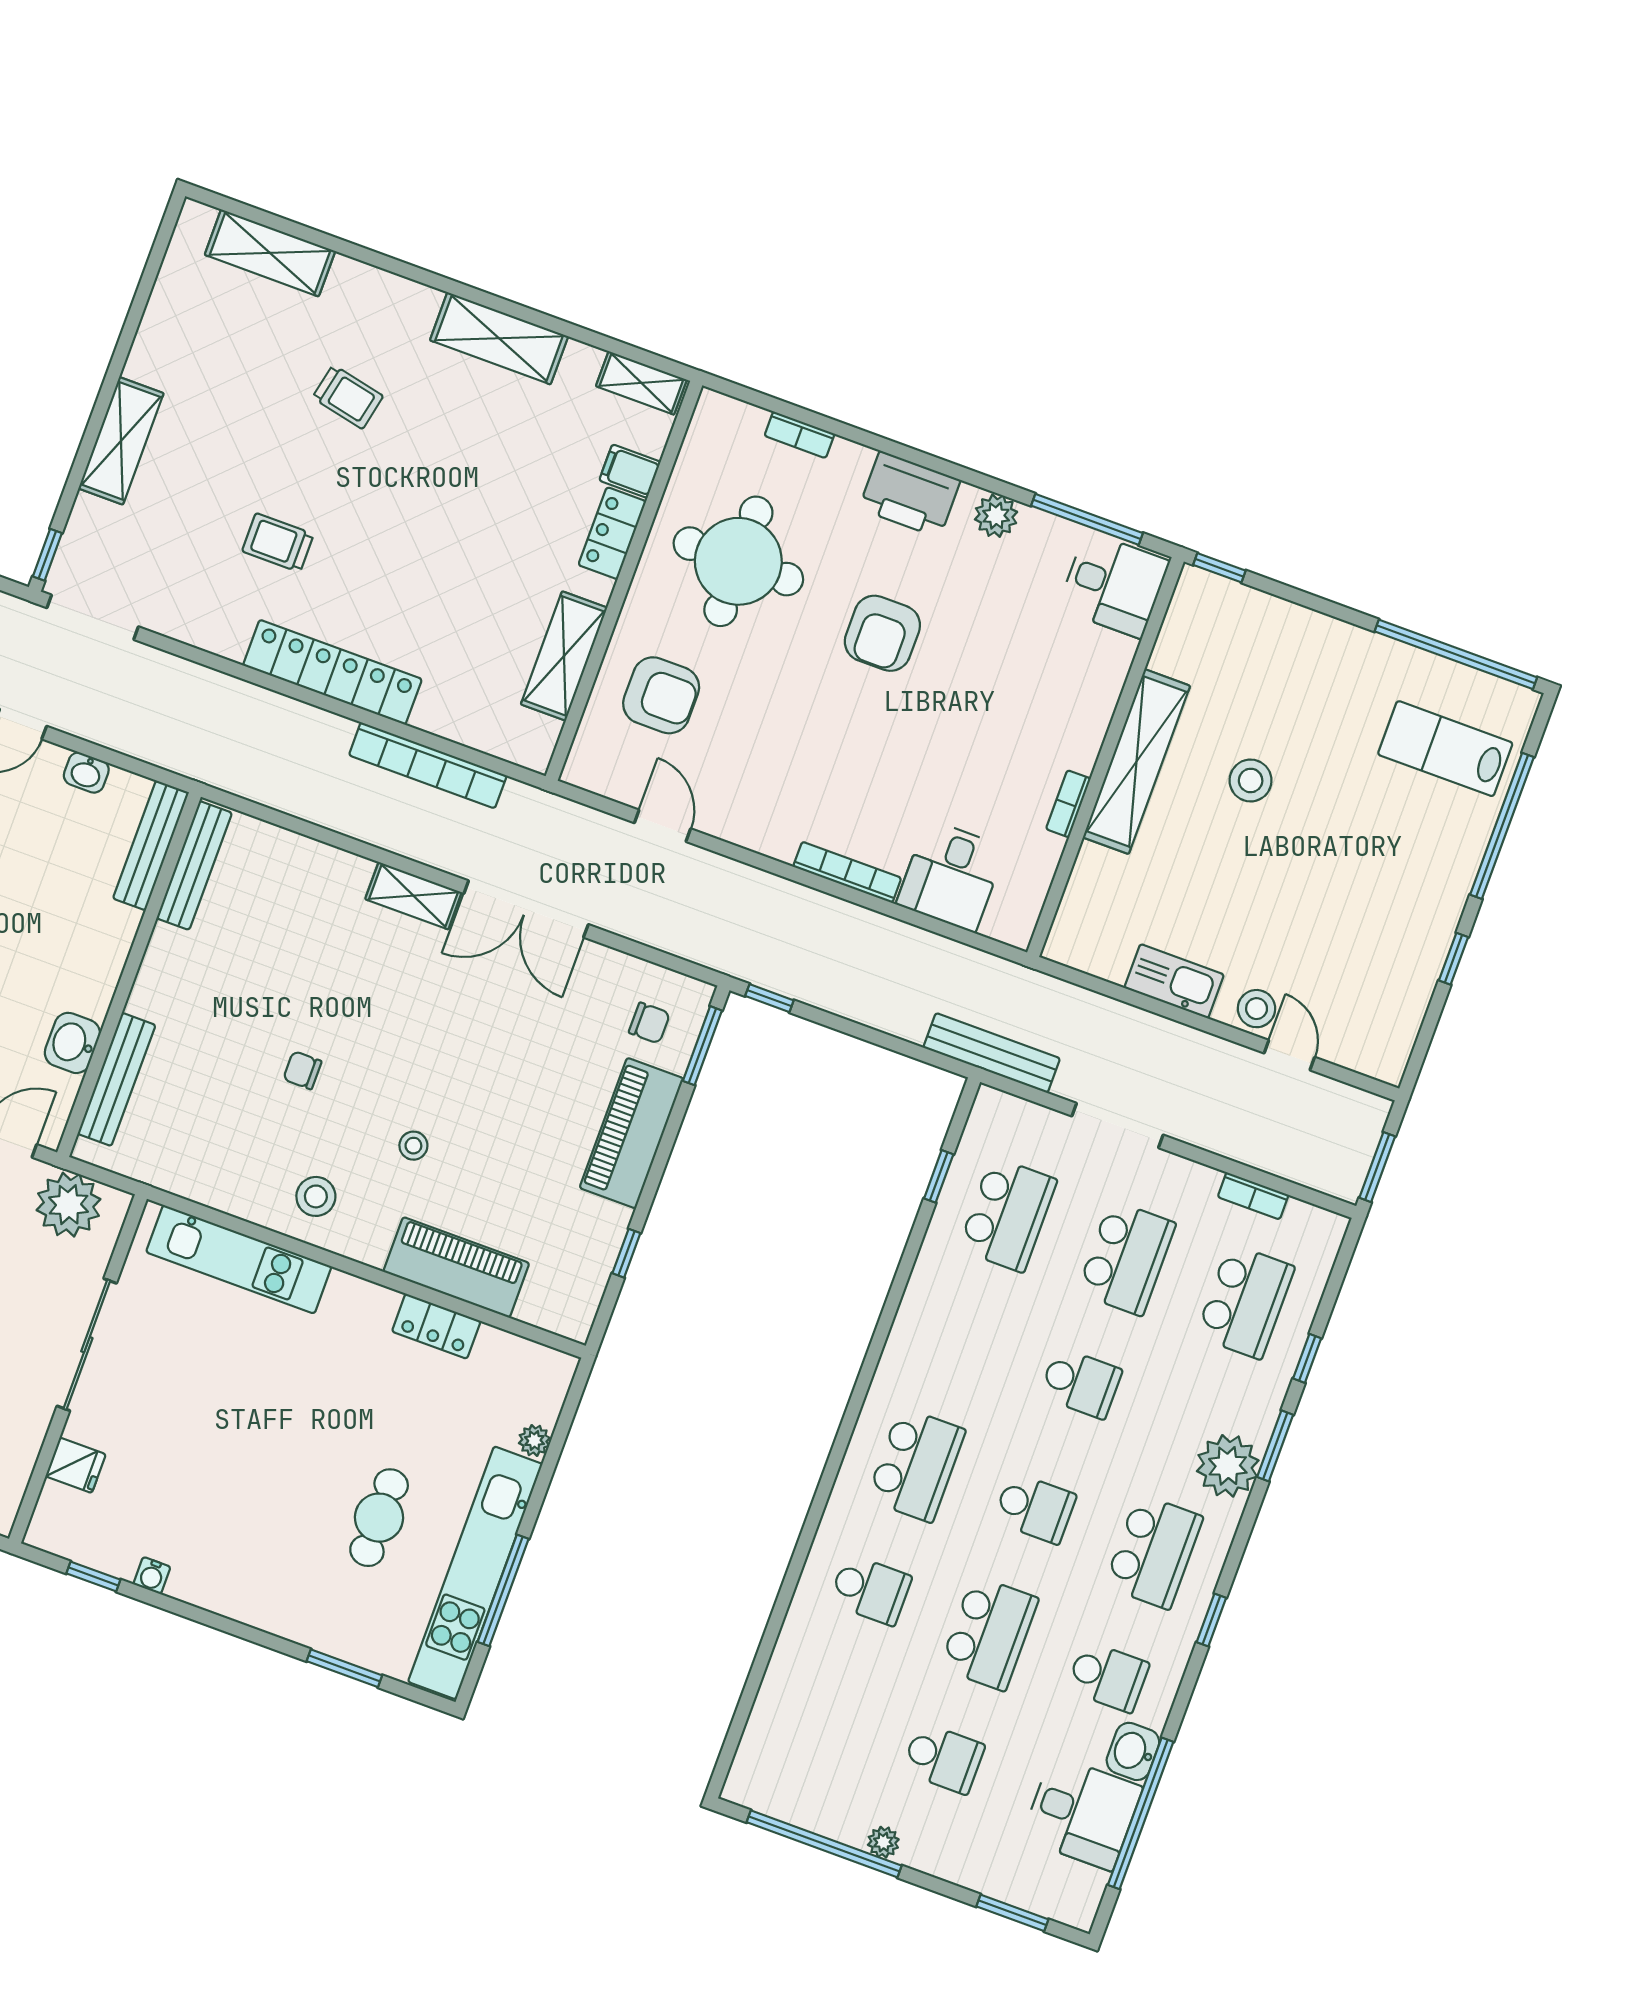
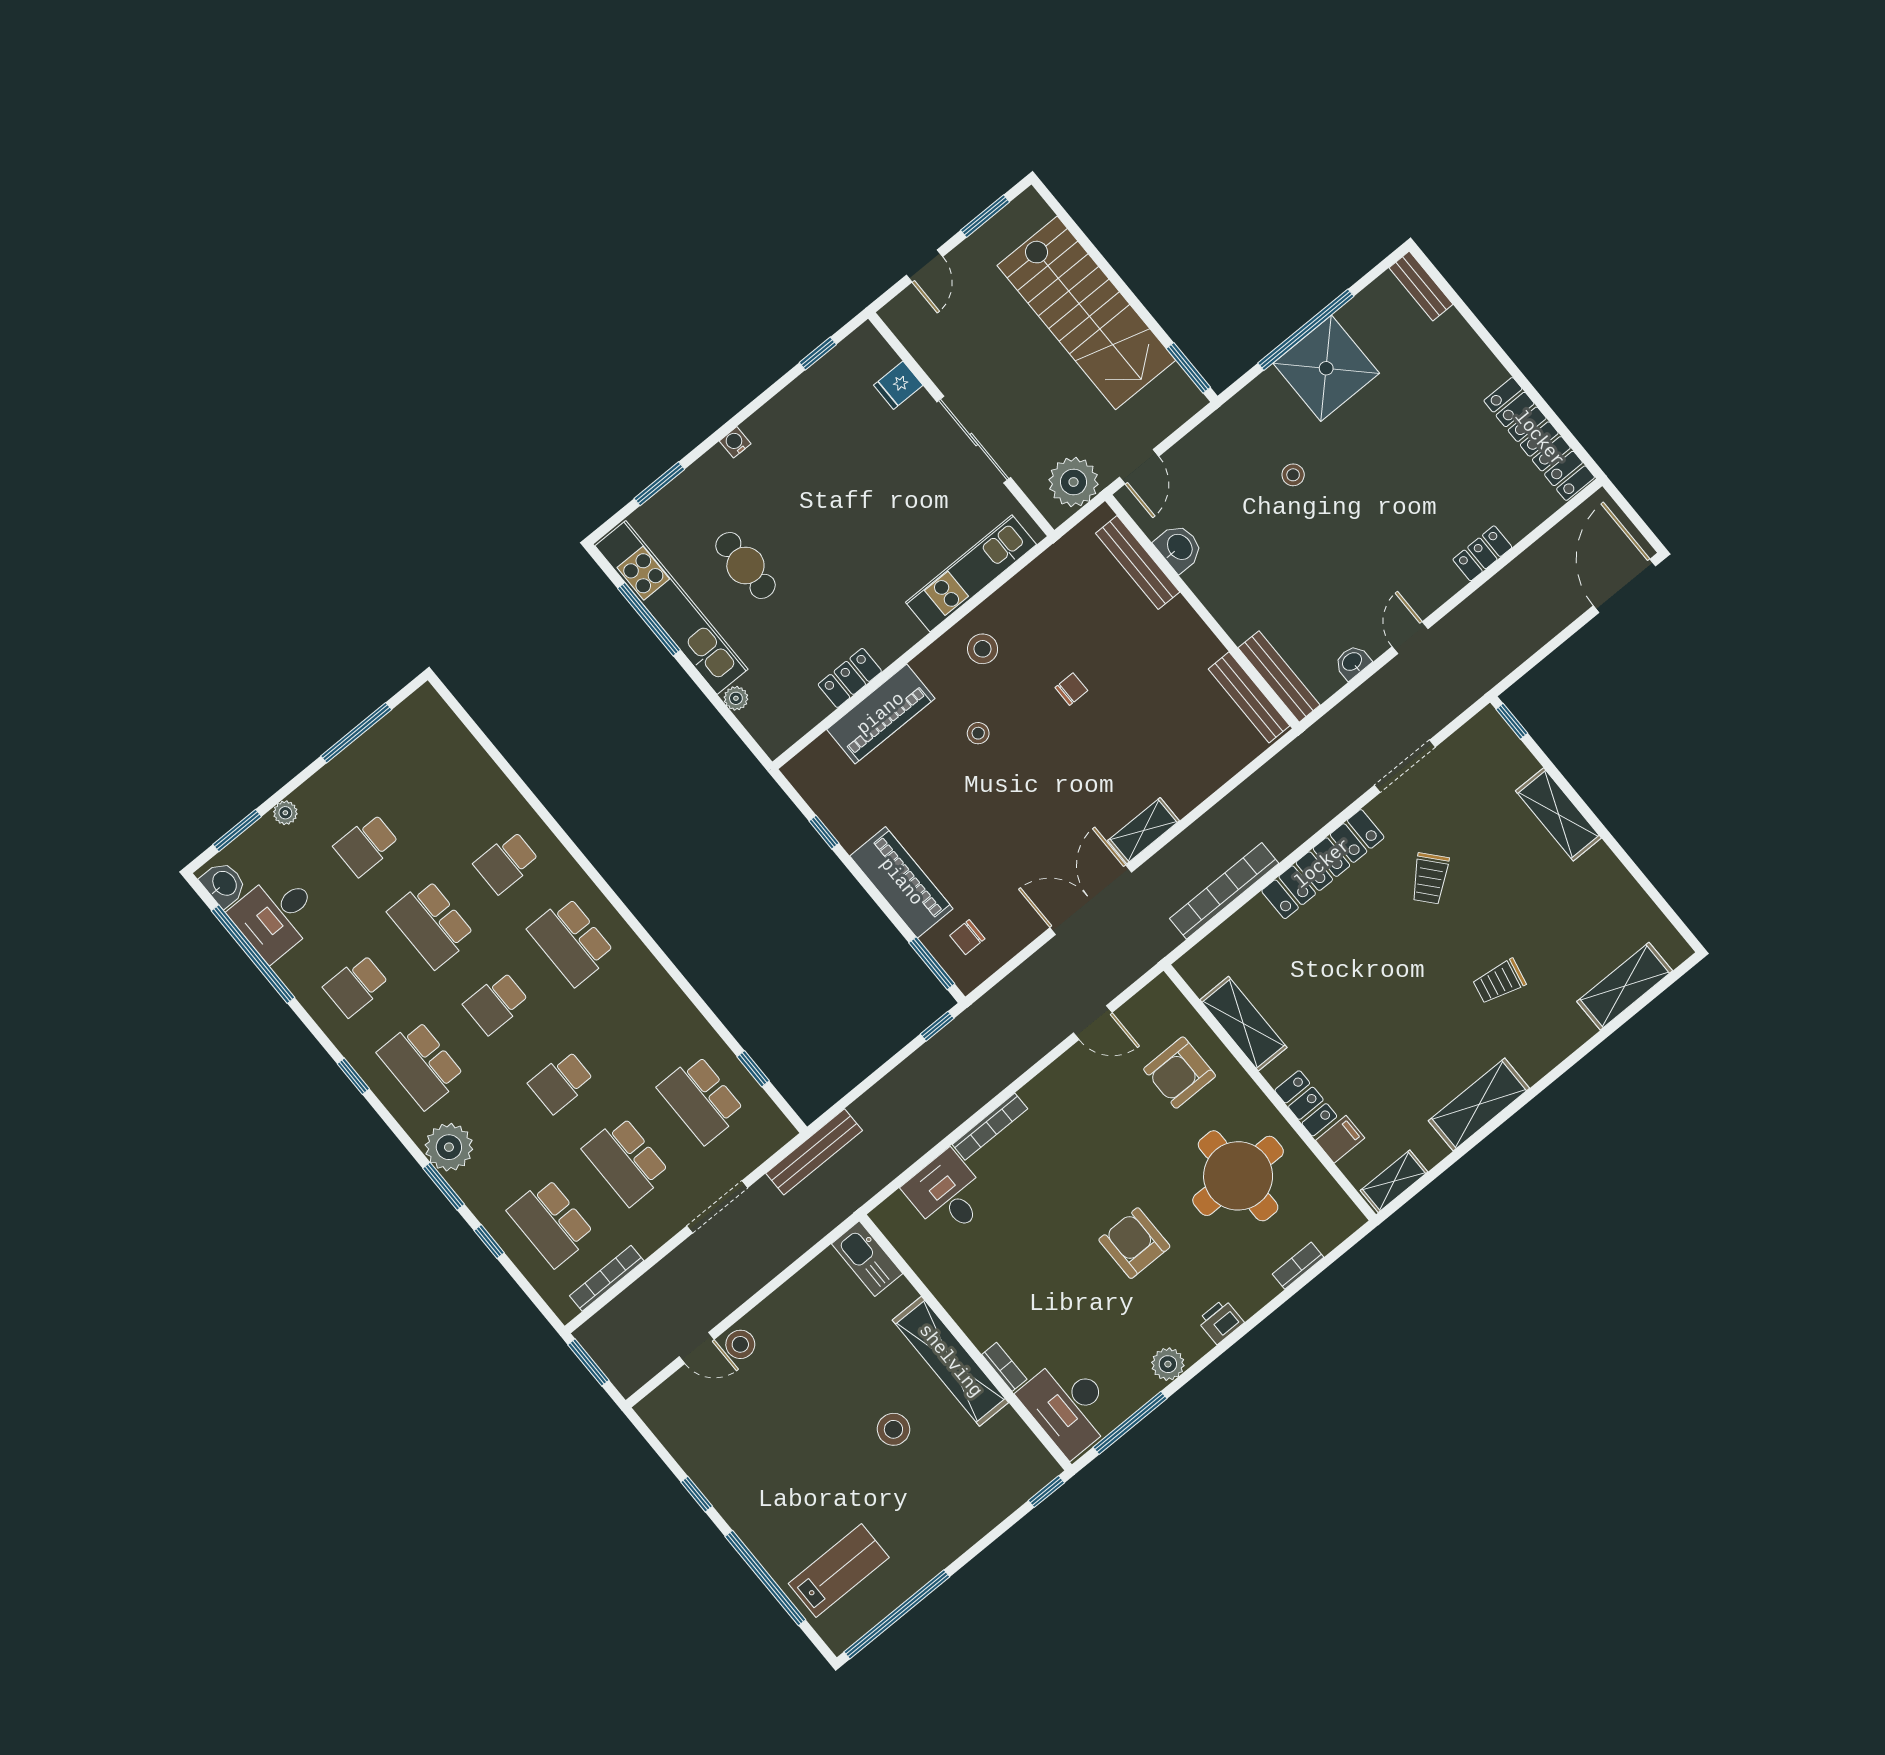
printer: (910, 494) -> (1221, 1321), width x0.53, depth x0.68
trolley: (278, 543) -> (1430, 878), turned 139
desk: (1114, 585) -> (1069, 1406), width x1.37
doorway: (93, 617) -> (1405, 766), moved
bookcase: (1068, 804) -> (1004, 1367), moved
kitchen sink: (1174, 981) -> (867, 1259), moved, turned 90
bookcase: (1253, 1196) -> (607, 1278), width x1.56
water cooler: (152, 1576) -> (735, 442), moved
washbasin: (1133, 1751) -> (224, 884), moved
plant: (883, 1842) -> (285, 813), moved
window: (824, 1844) -> (356, 733), width x0.68

